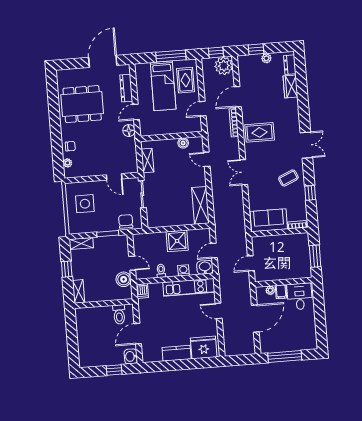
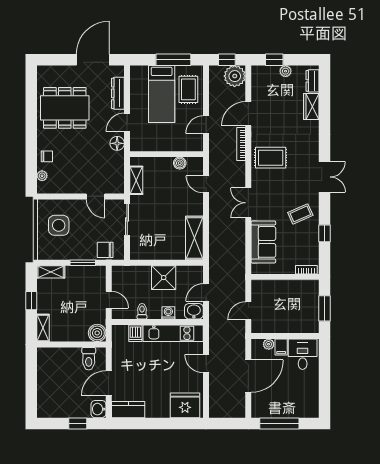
sofa: (269, 220) -> (263, 242), moved, turned 90
chair: (126, 221) -> (105, 250), turned -90
boiler: (124, 279) -> (97, 333), moved
dishwasher: (142, 291) -> (135, 333), moved
kitchen counter: (177, 353) -> (128, 410), moved

